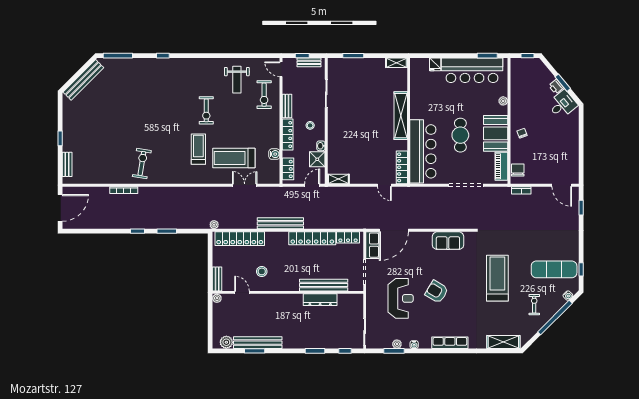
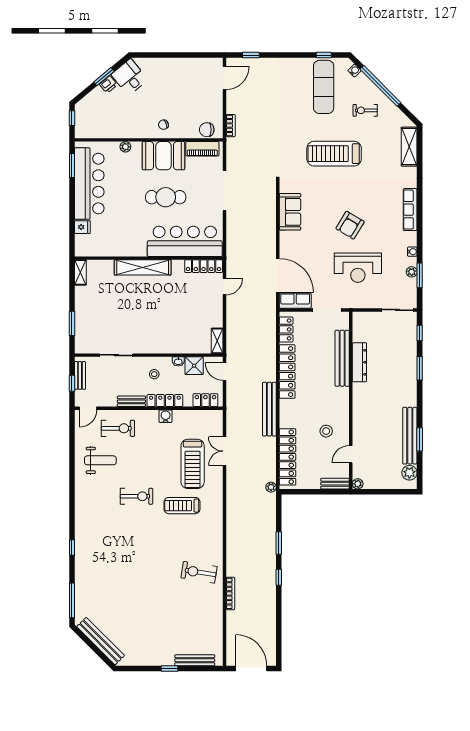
water cooler: (274, 154) -> (166, 416), moved
bench: (67, 164) -> (195, 660), width x1.36
reception desk: (401, 298) -> (358, 268), turned 180

